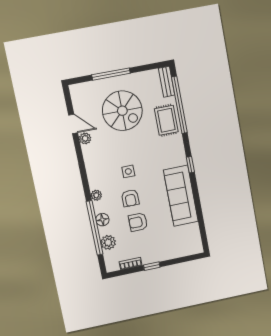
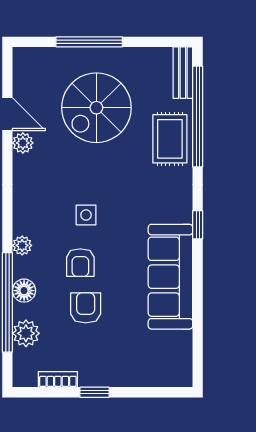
spiral stairs: (122, 111) -> (96, 108), turned 90
armchair: (138, 222) -> (86, 308), turned 90

